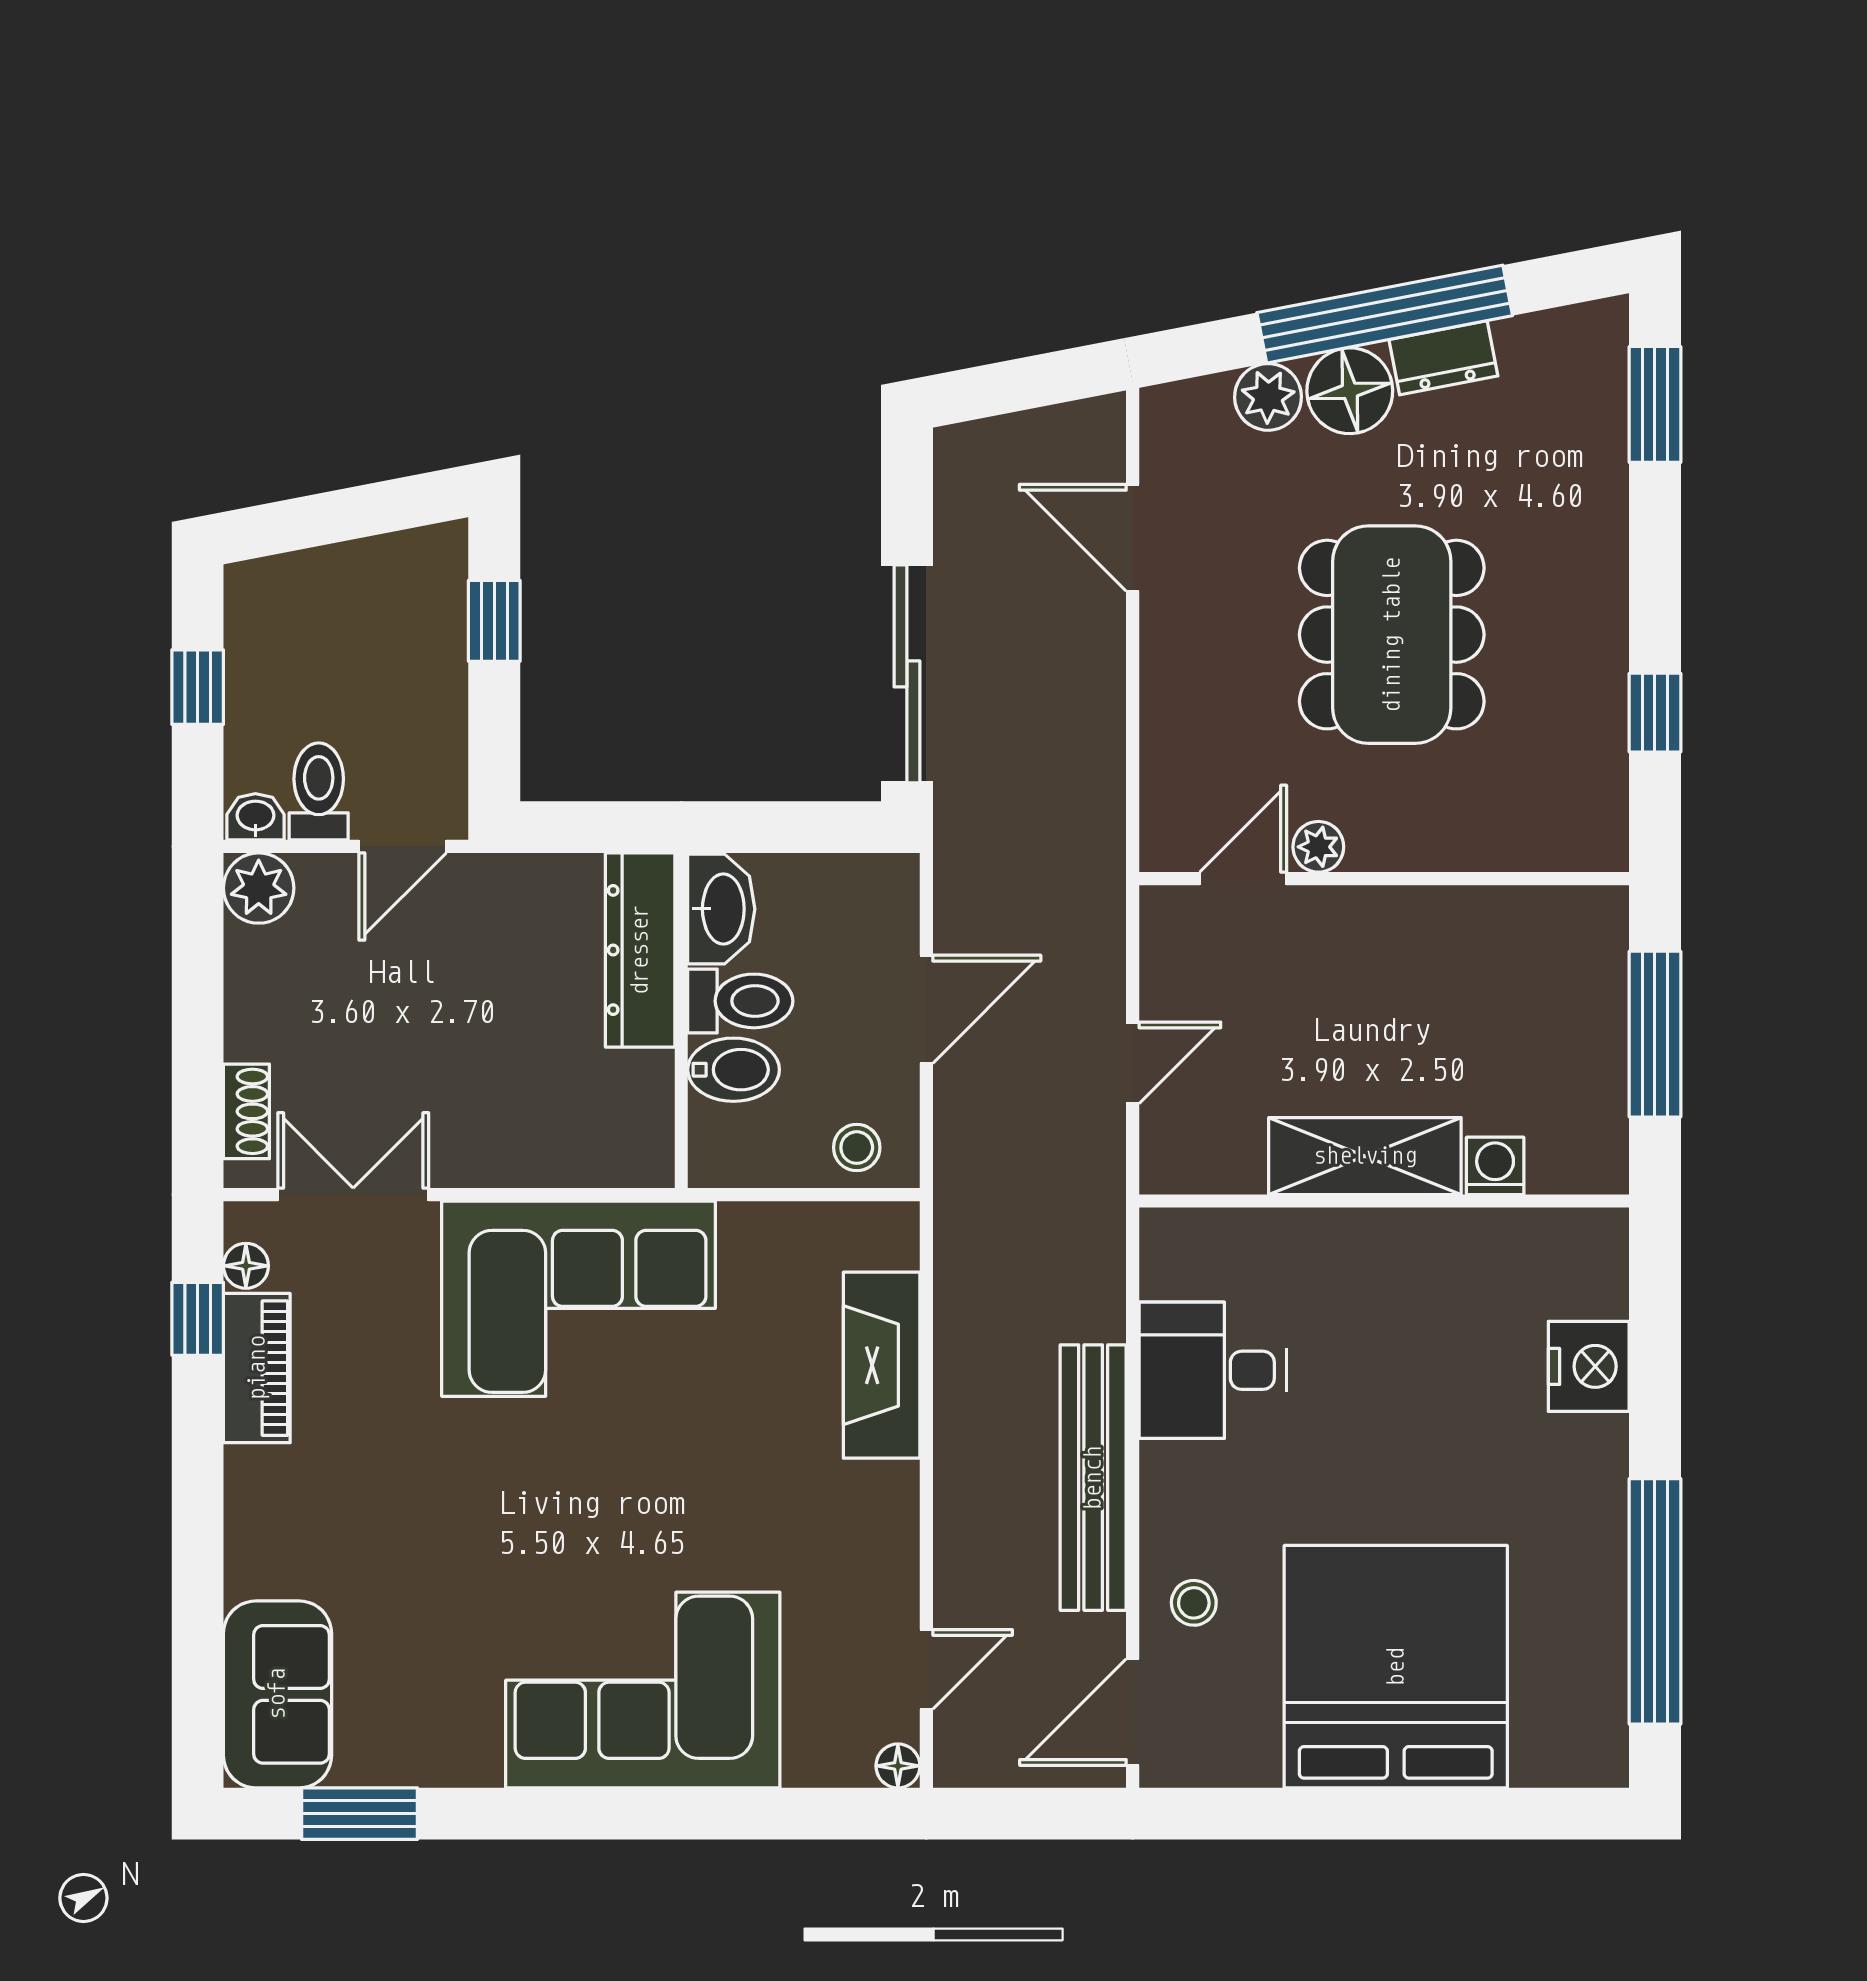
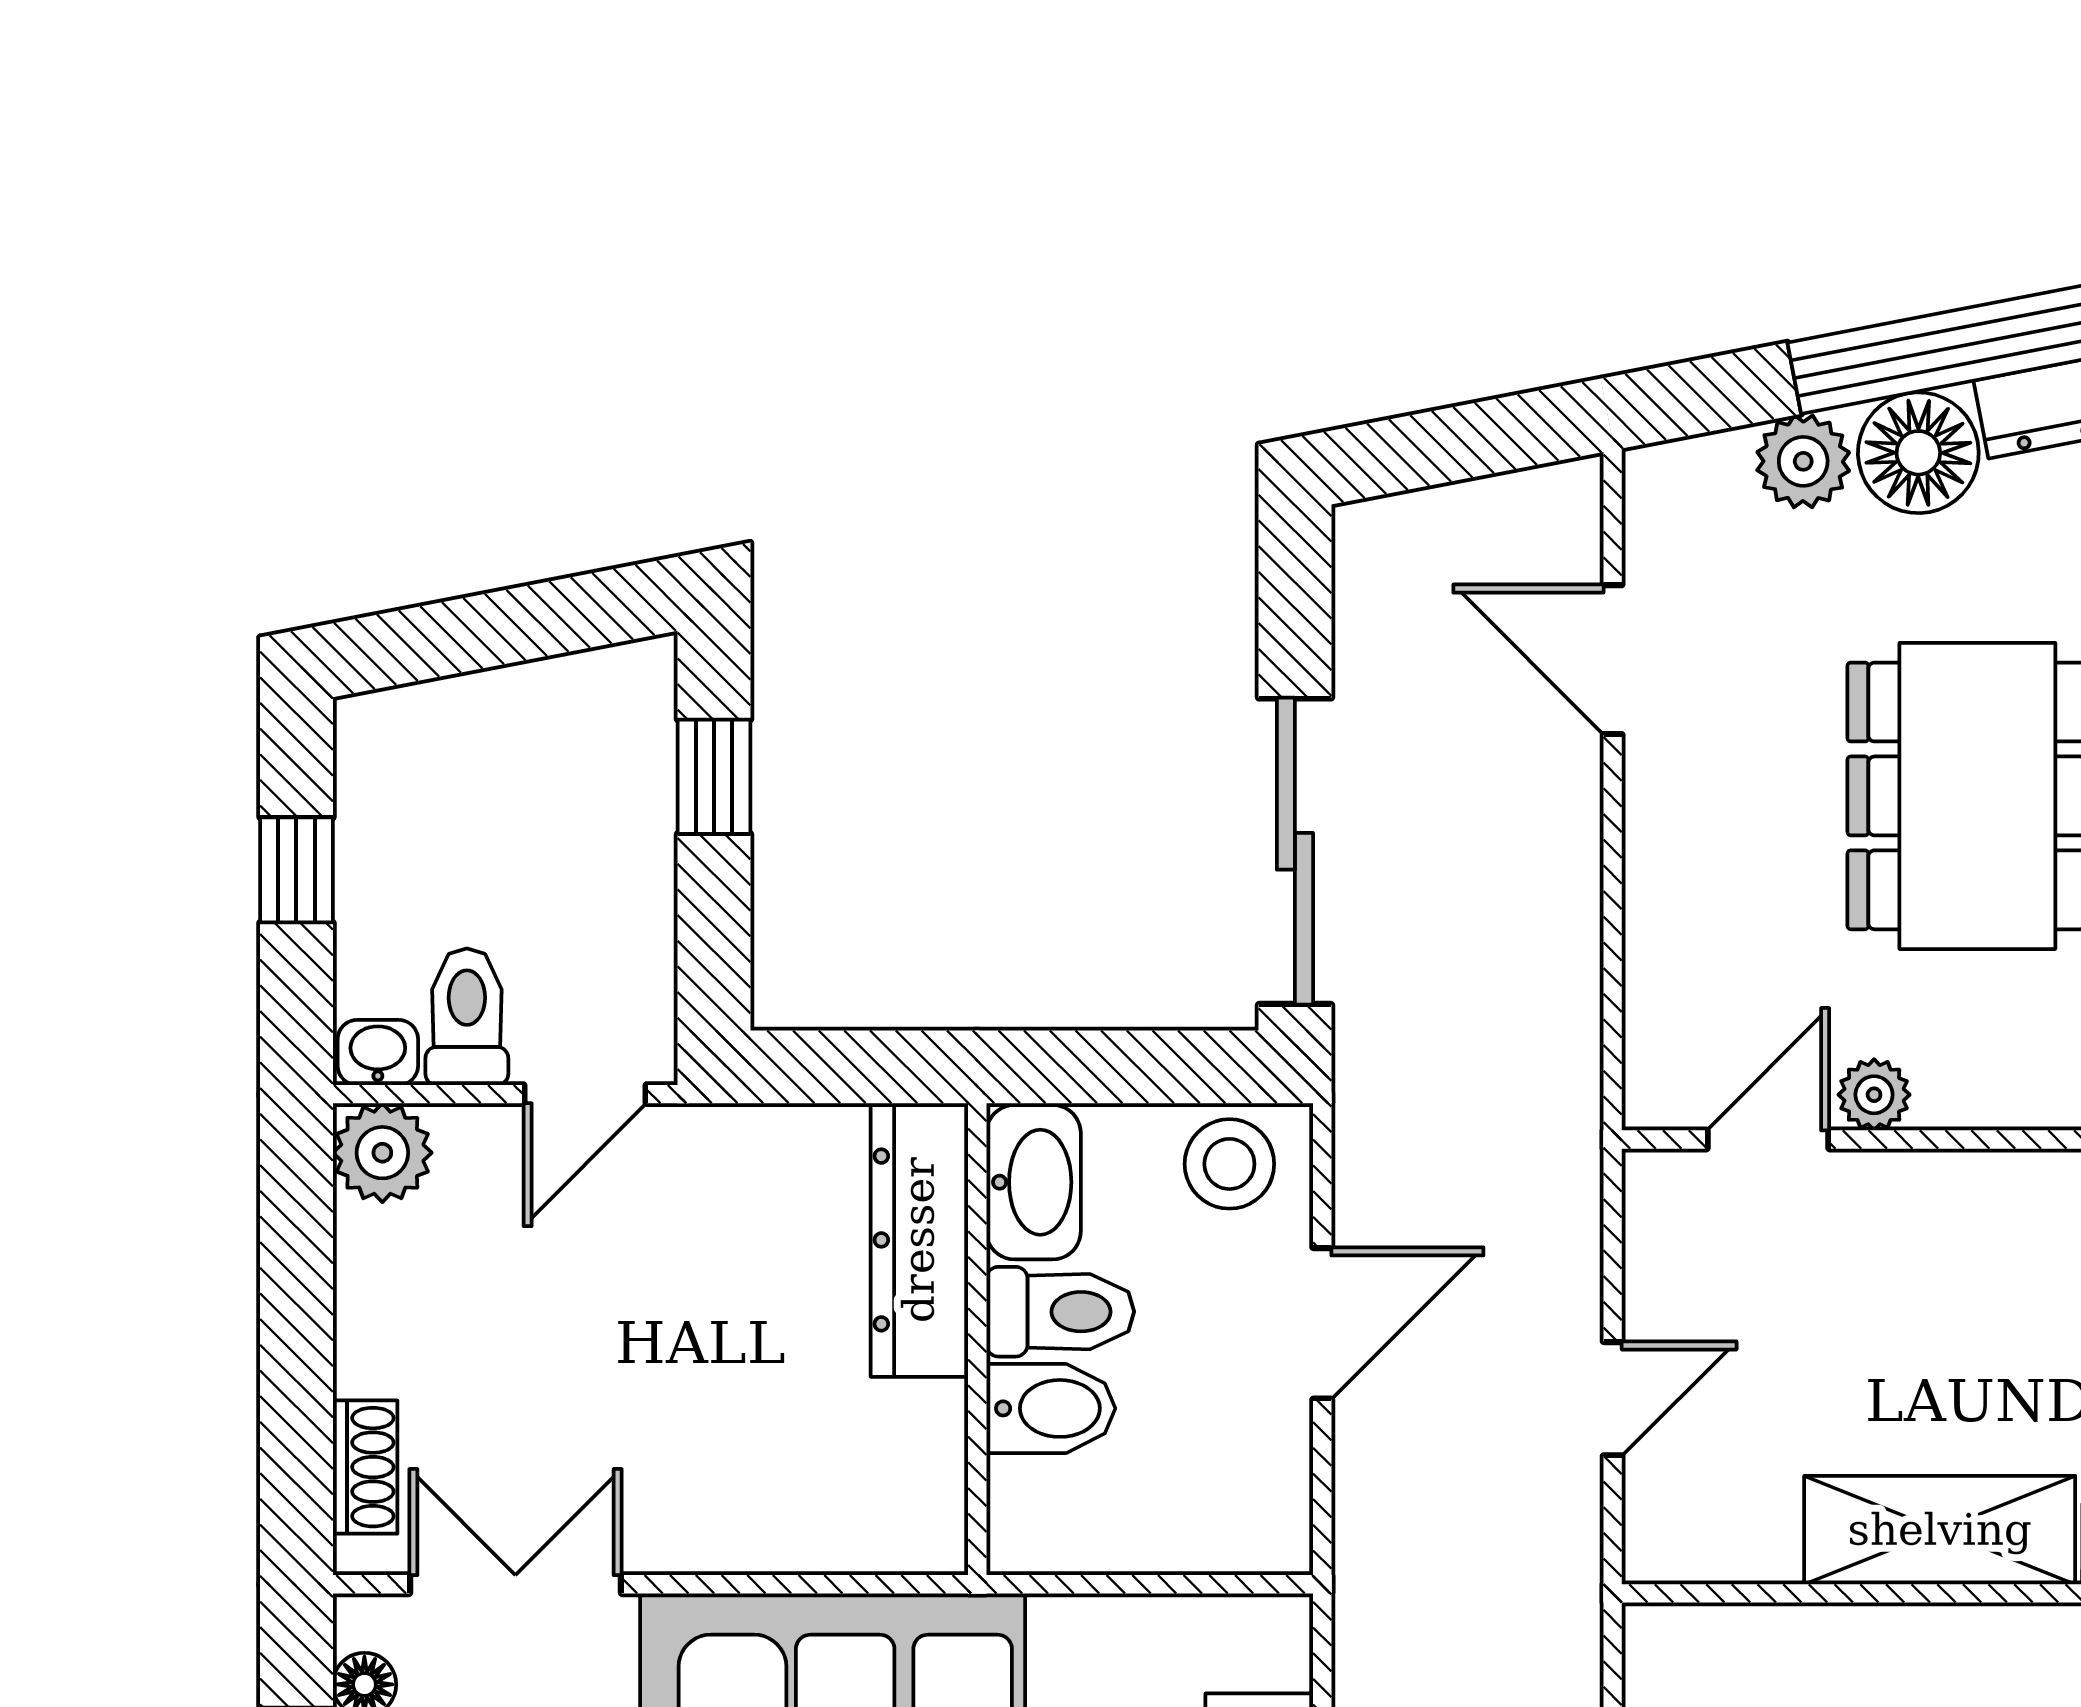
stool: (857, 1148) -> (1229, 1164), moved, width x1.37, depth x1.37

